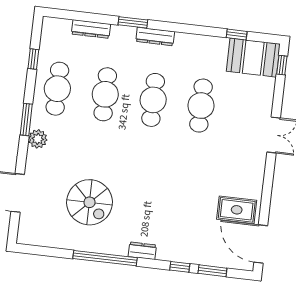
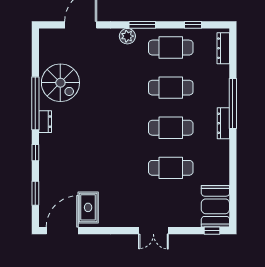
window: (133, 22) -> (233, 103), width x2.11
dresser: (91, 29) -> (223, 48), moved
window: (237, 34) -> (233, 190), removed
spiral stairs: (90, 202) -> (60, 83), moved, turned -90
dresser: (142, 251) -> (45, 122), moved
window: (180, 267) -> (35, 153), moved

